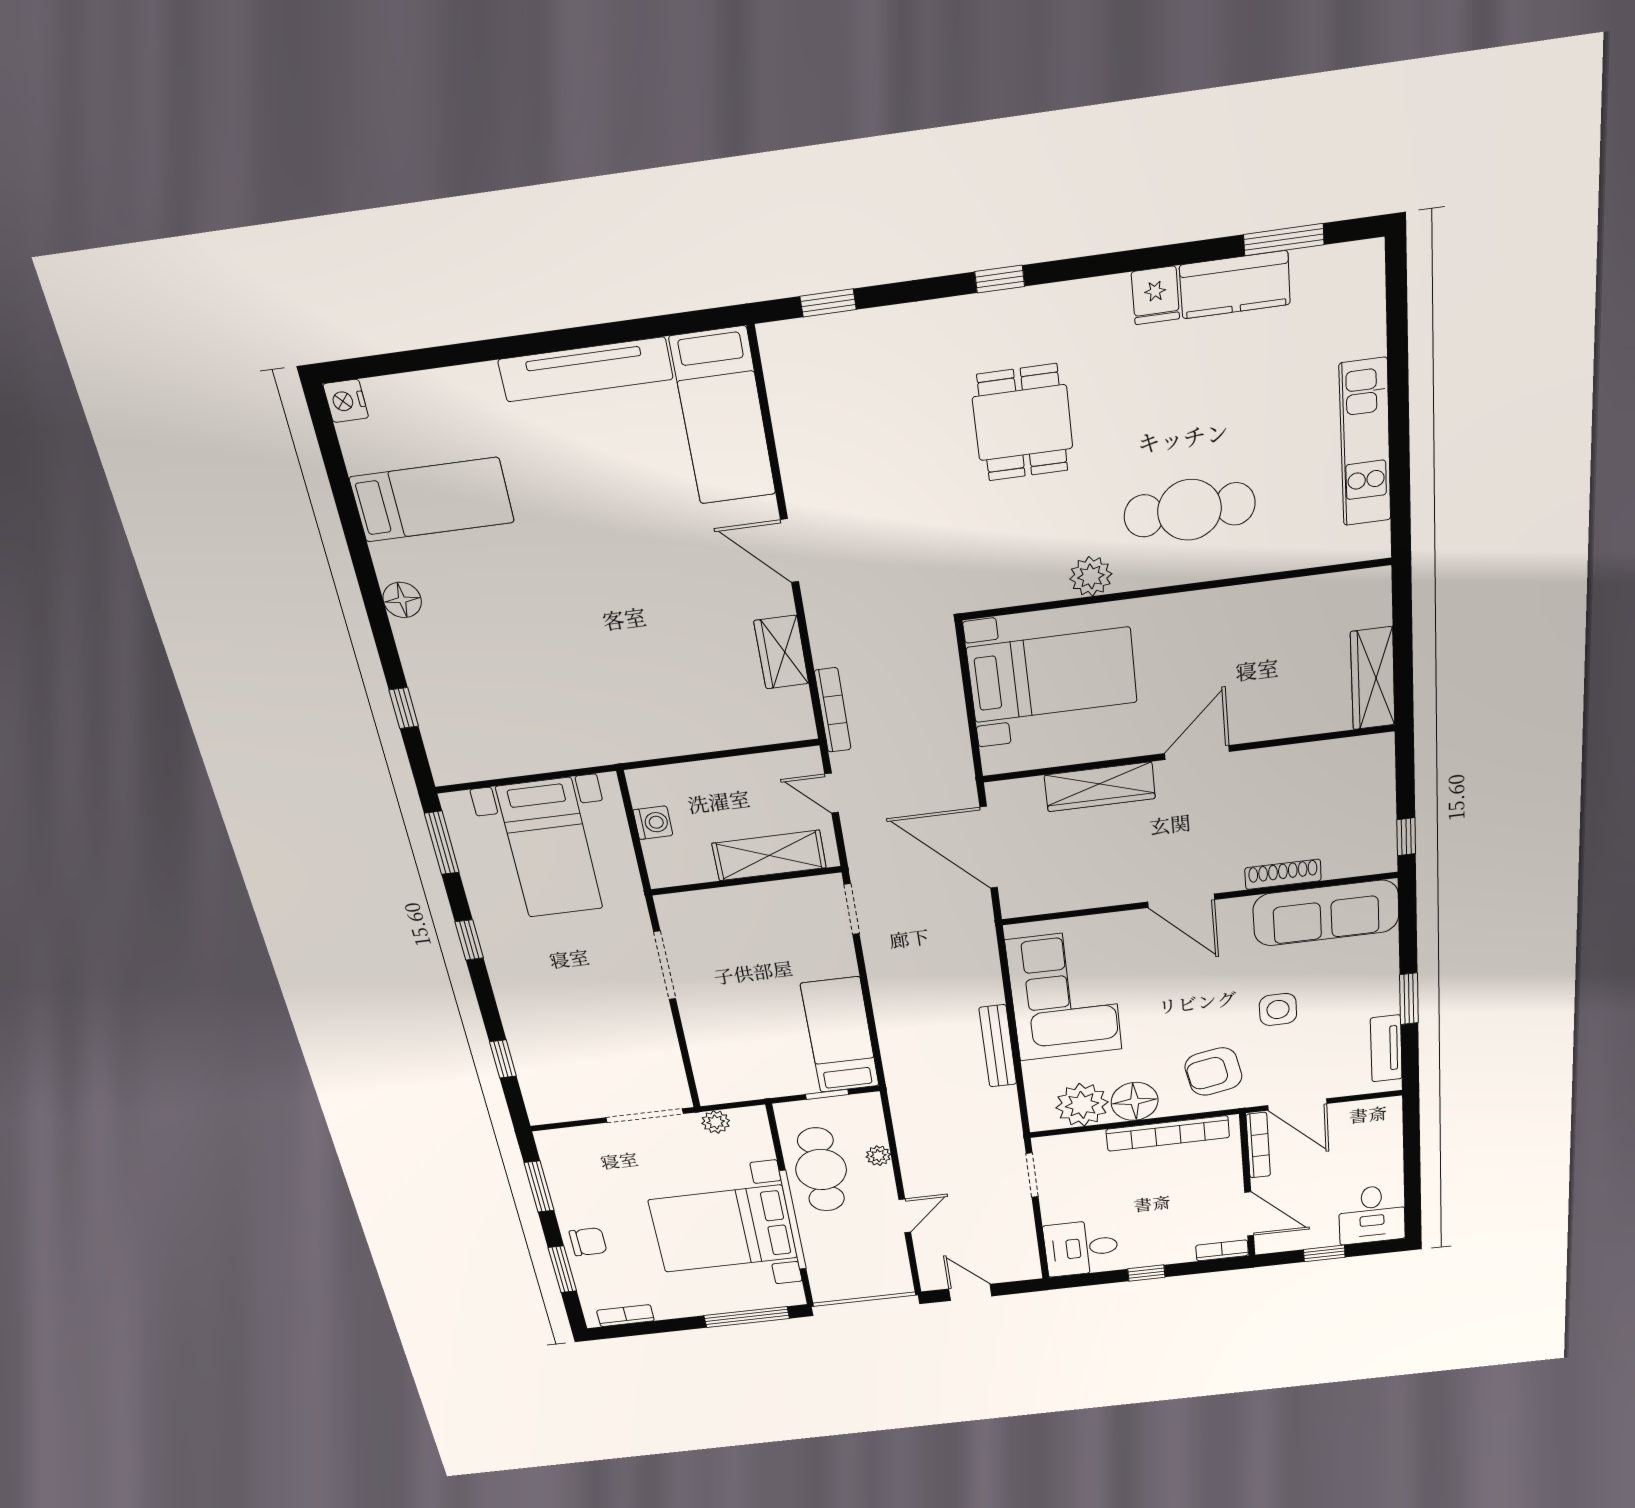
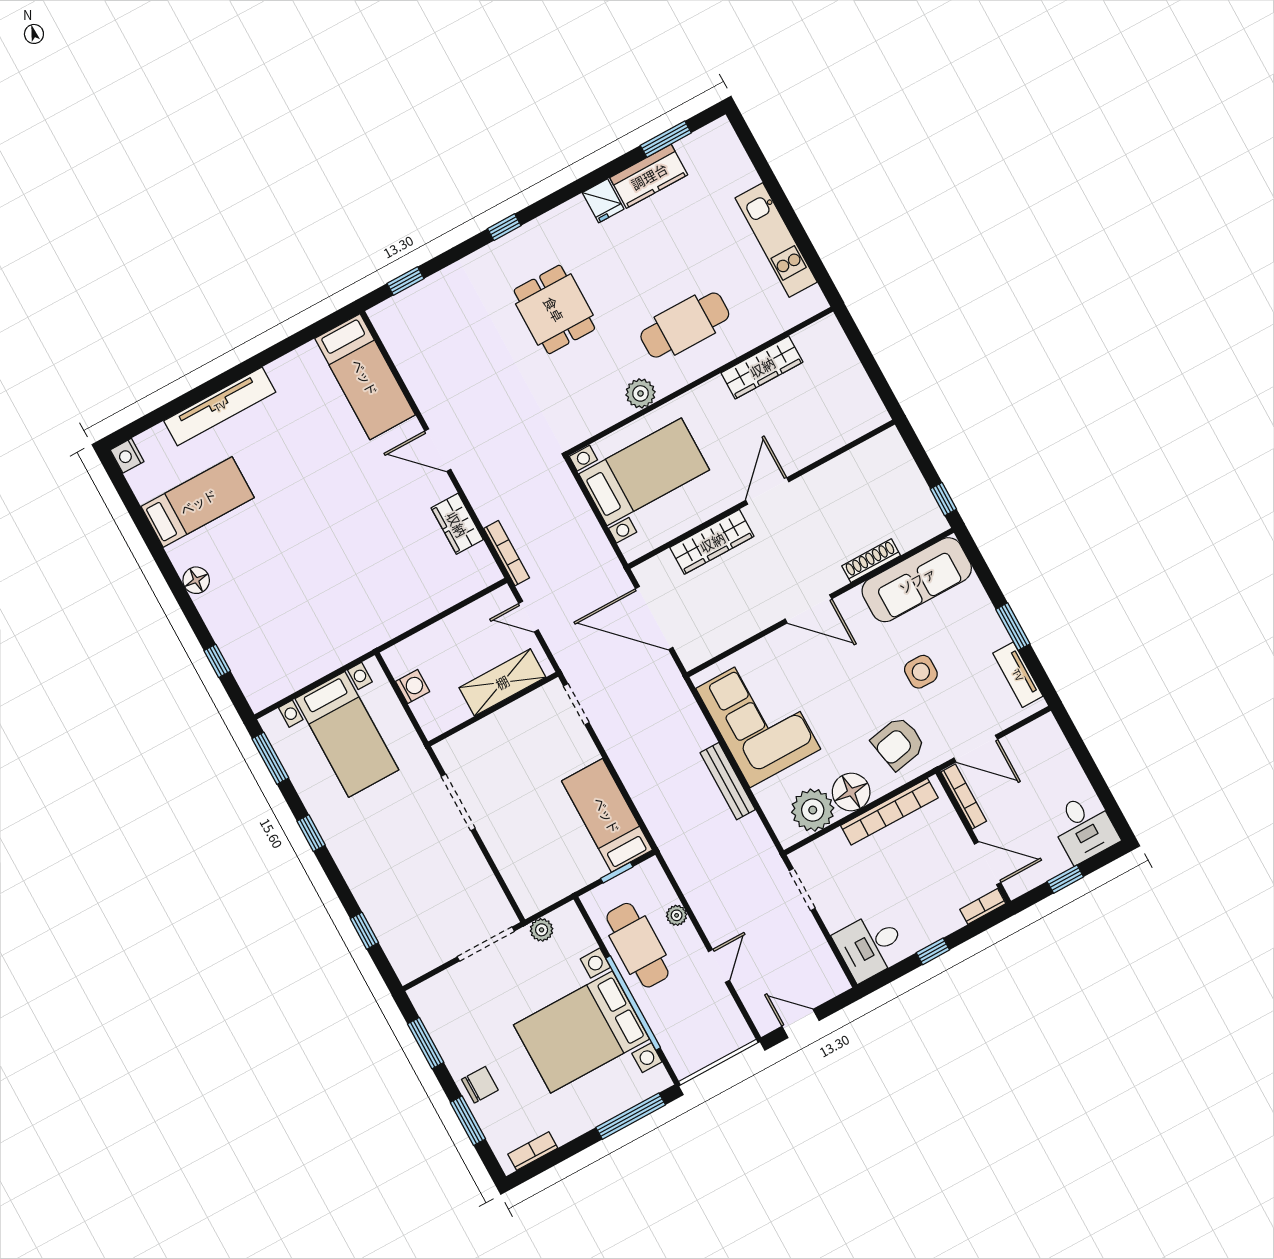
tv unit: (586, 369) -> (220, 406), moved
wardrobe: (1373, 679) -> (762, 367), moved, turned -90

